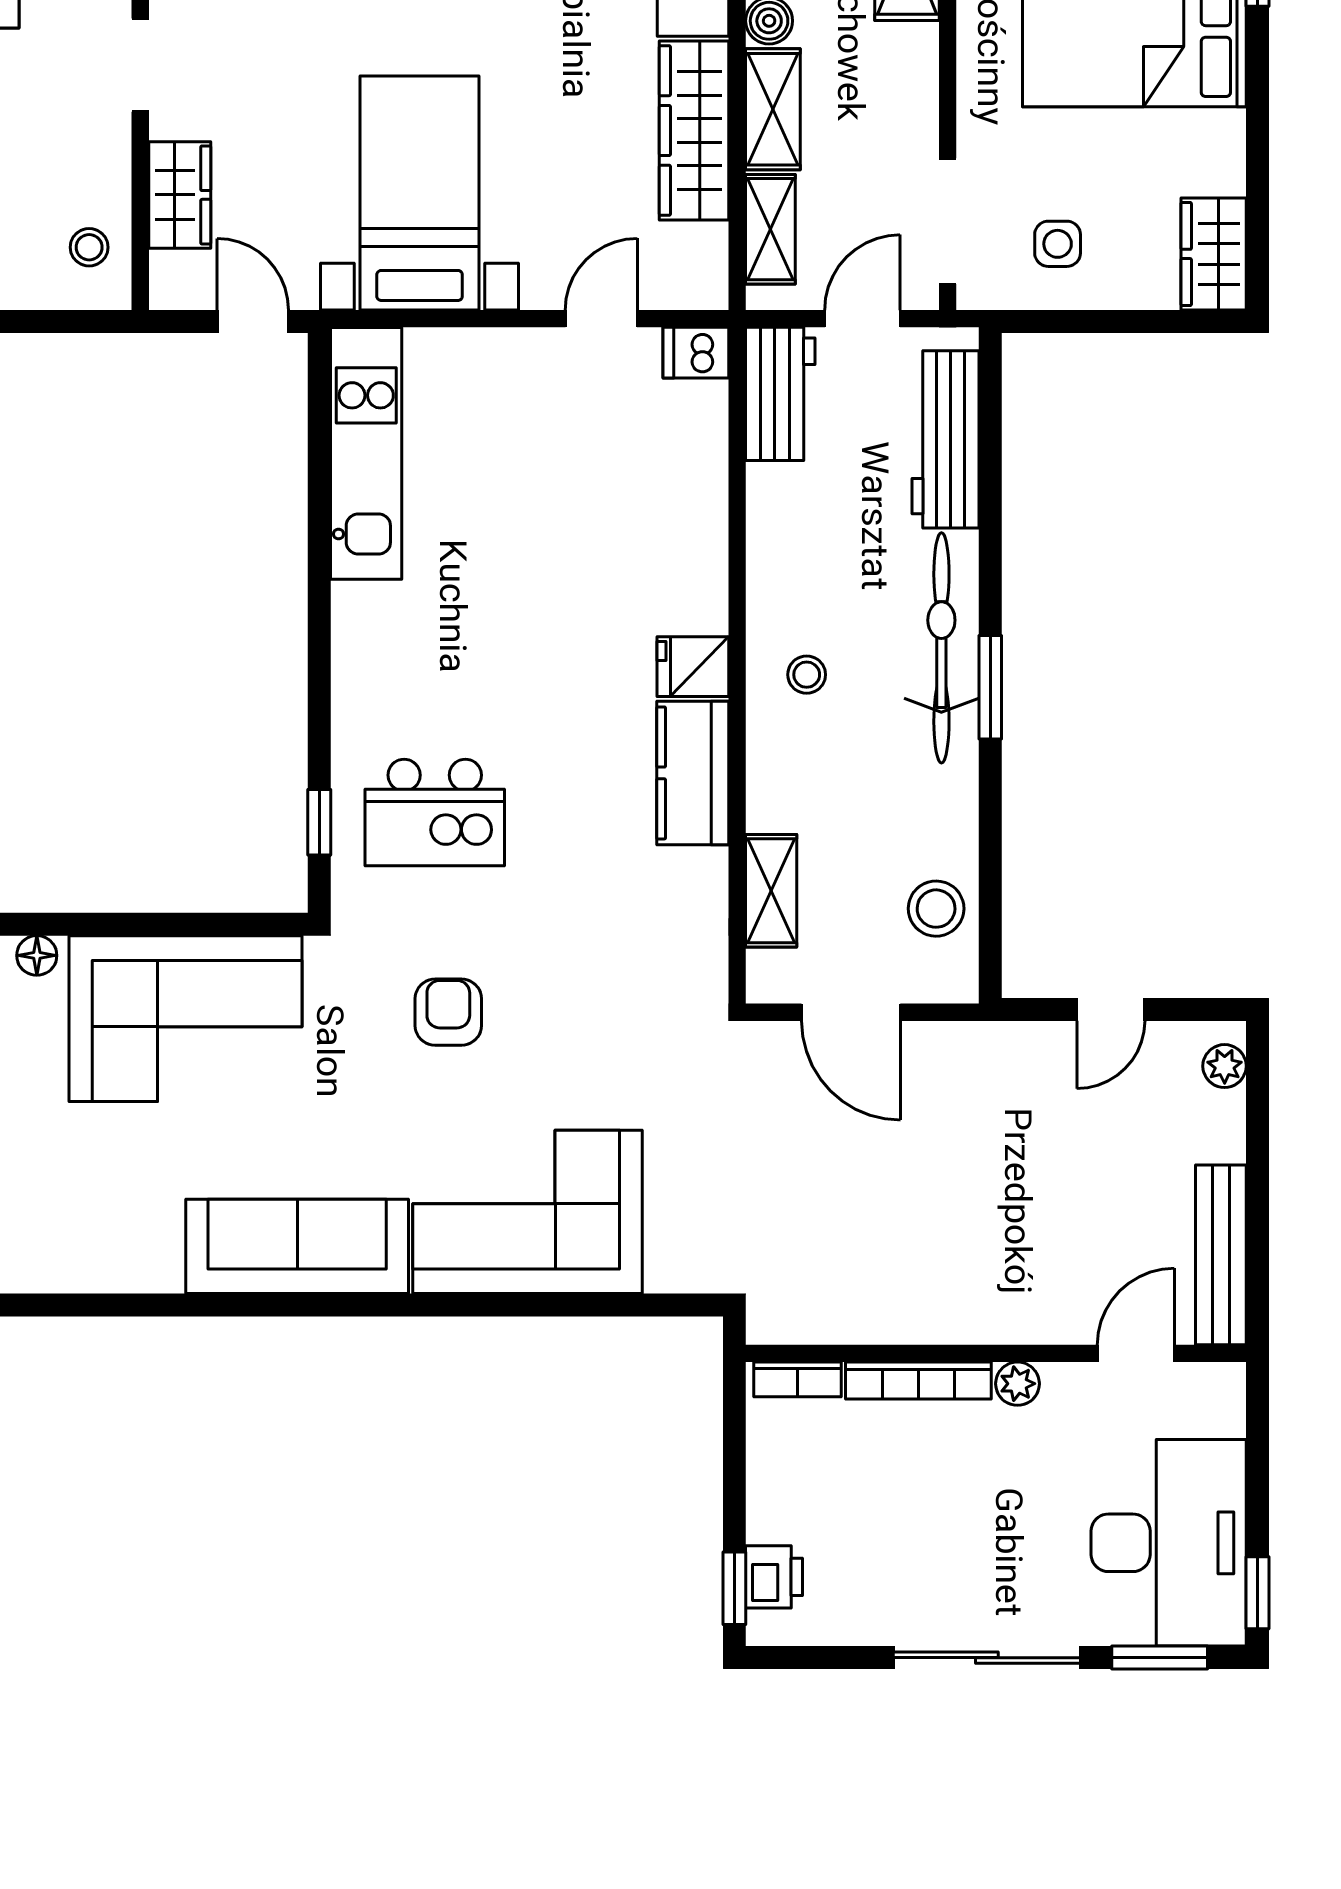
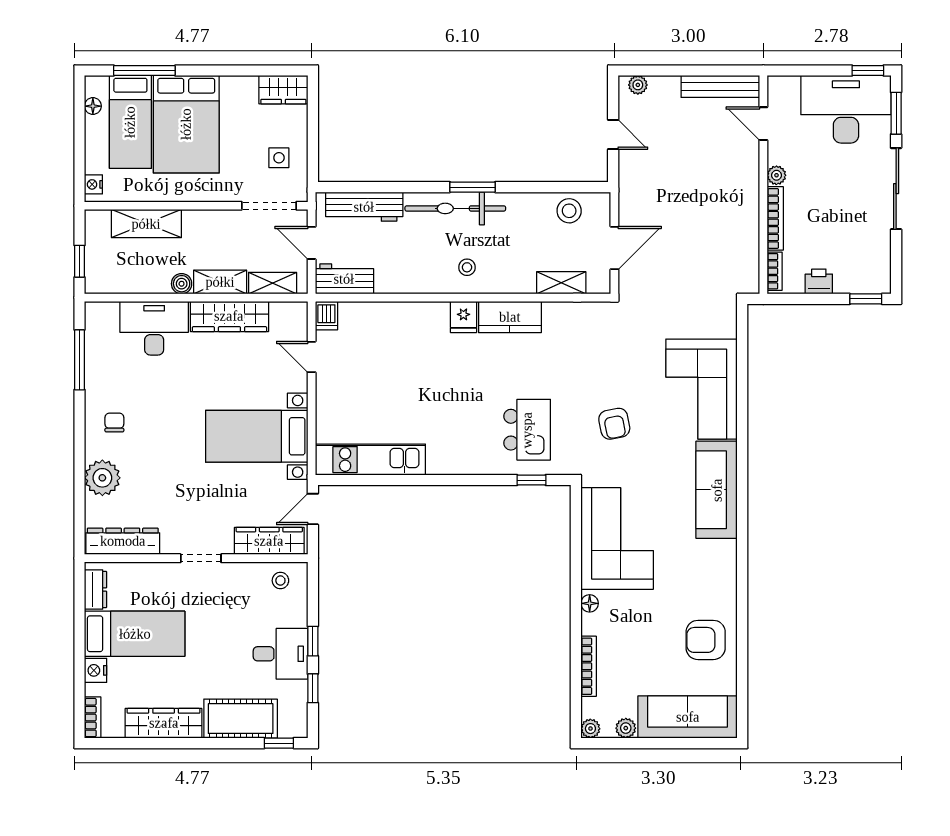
wardrobe: (180, 195) -> (269, 541), width x1.50
armchair: (448, 1012) -> (614, 424), turned -101
printer: (774, 1577) -> (819, 281), moved

